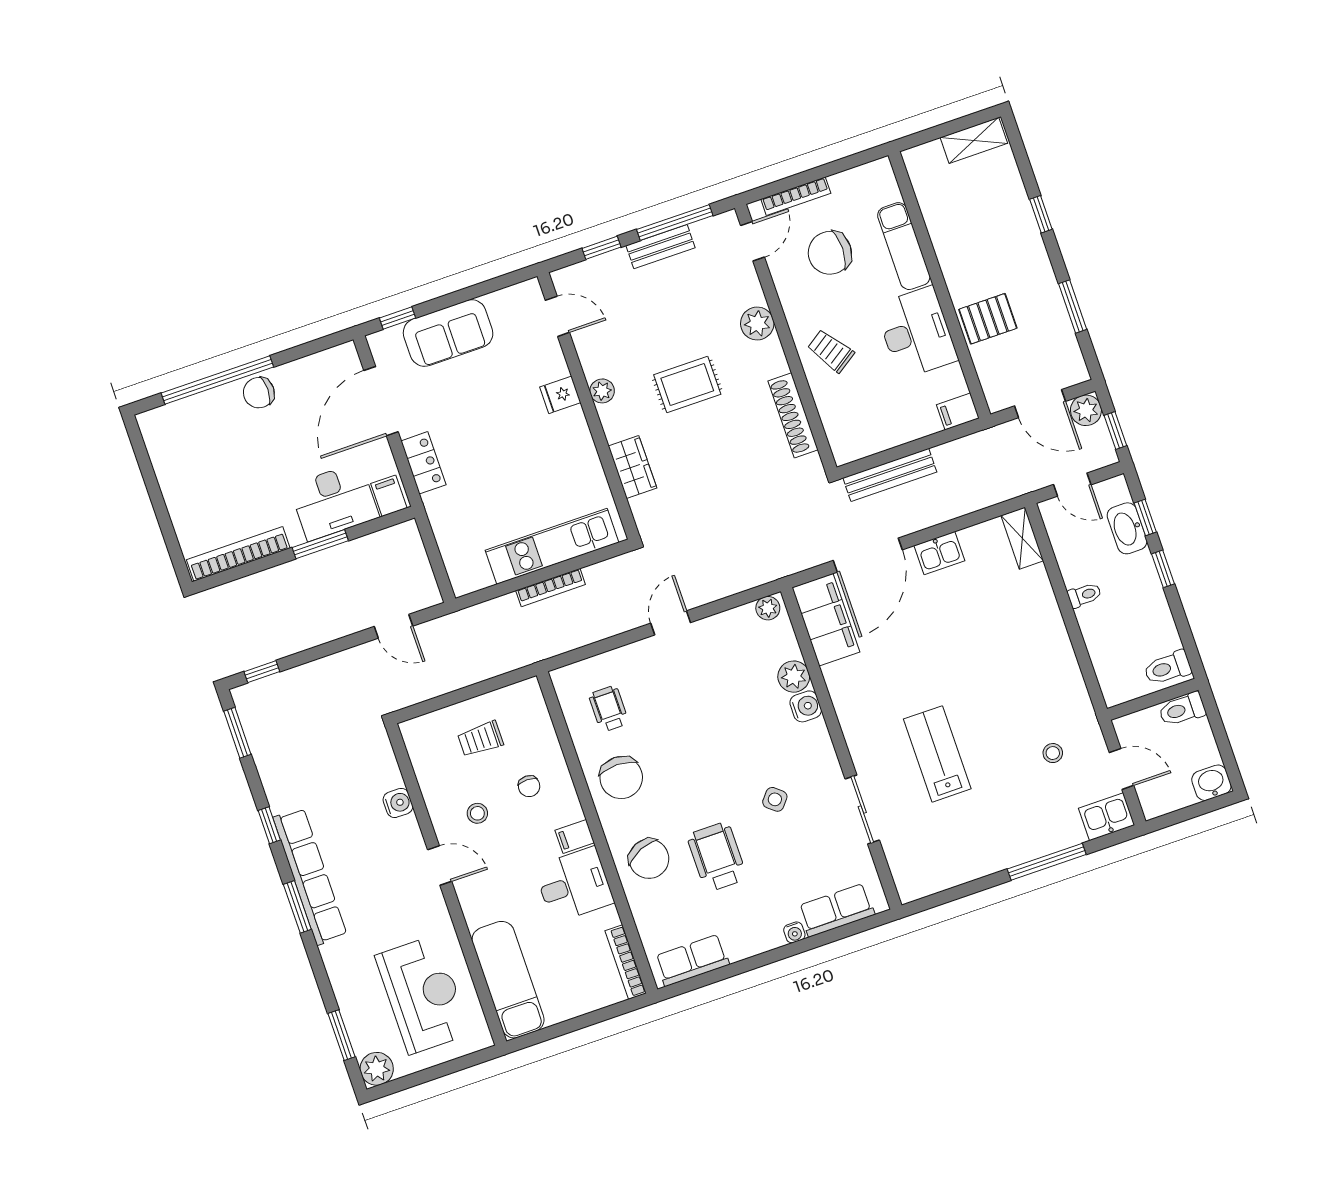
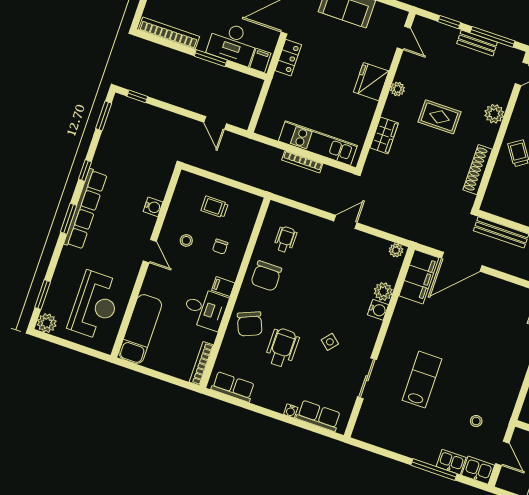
fridge: (560, 395) -> (371, 82), width x1.88, depth x1.34
kitchen sink: (939, 553) -> (451, 462), moved, turned 180

